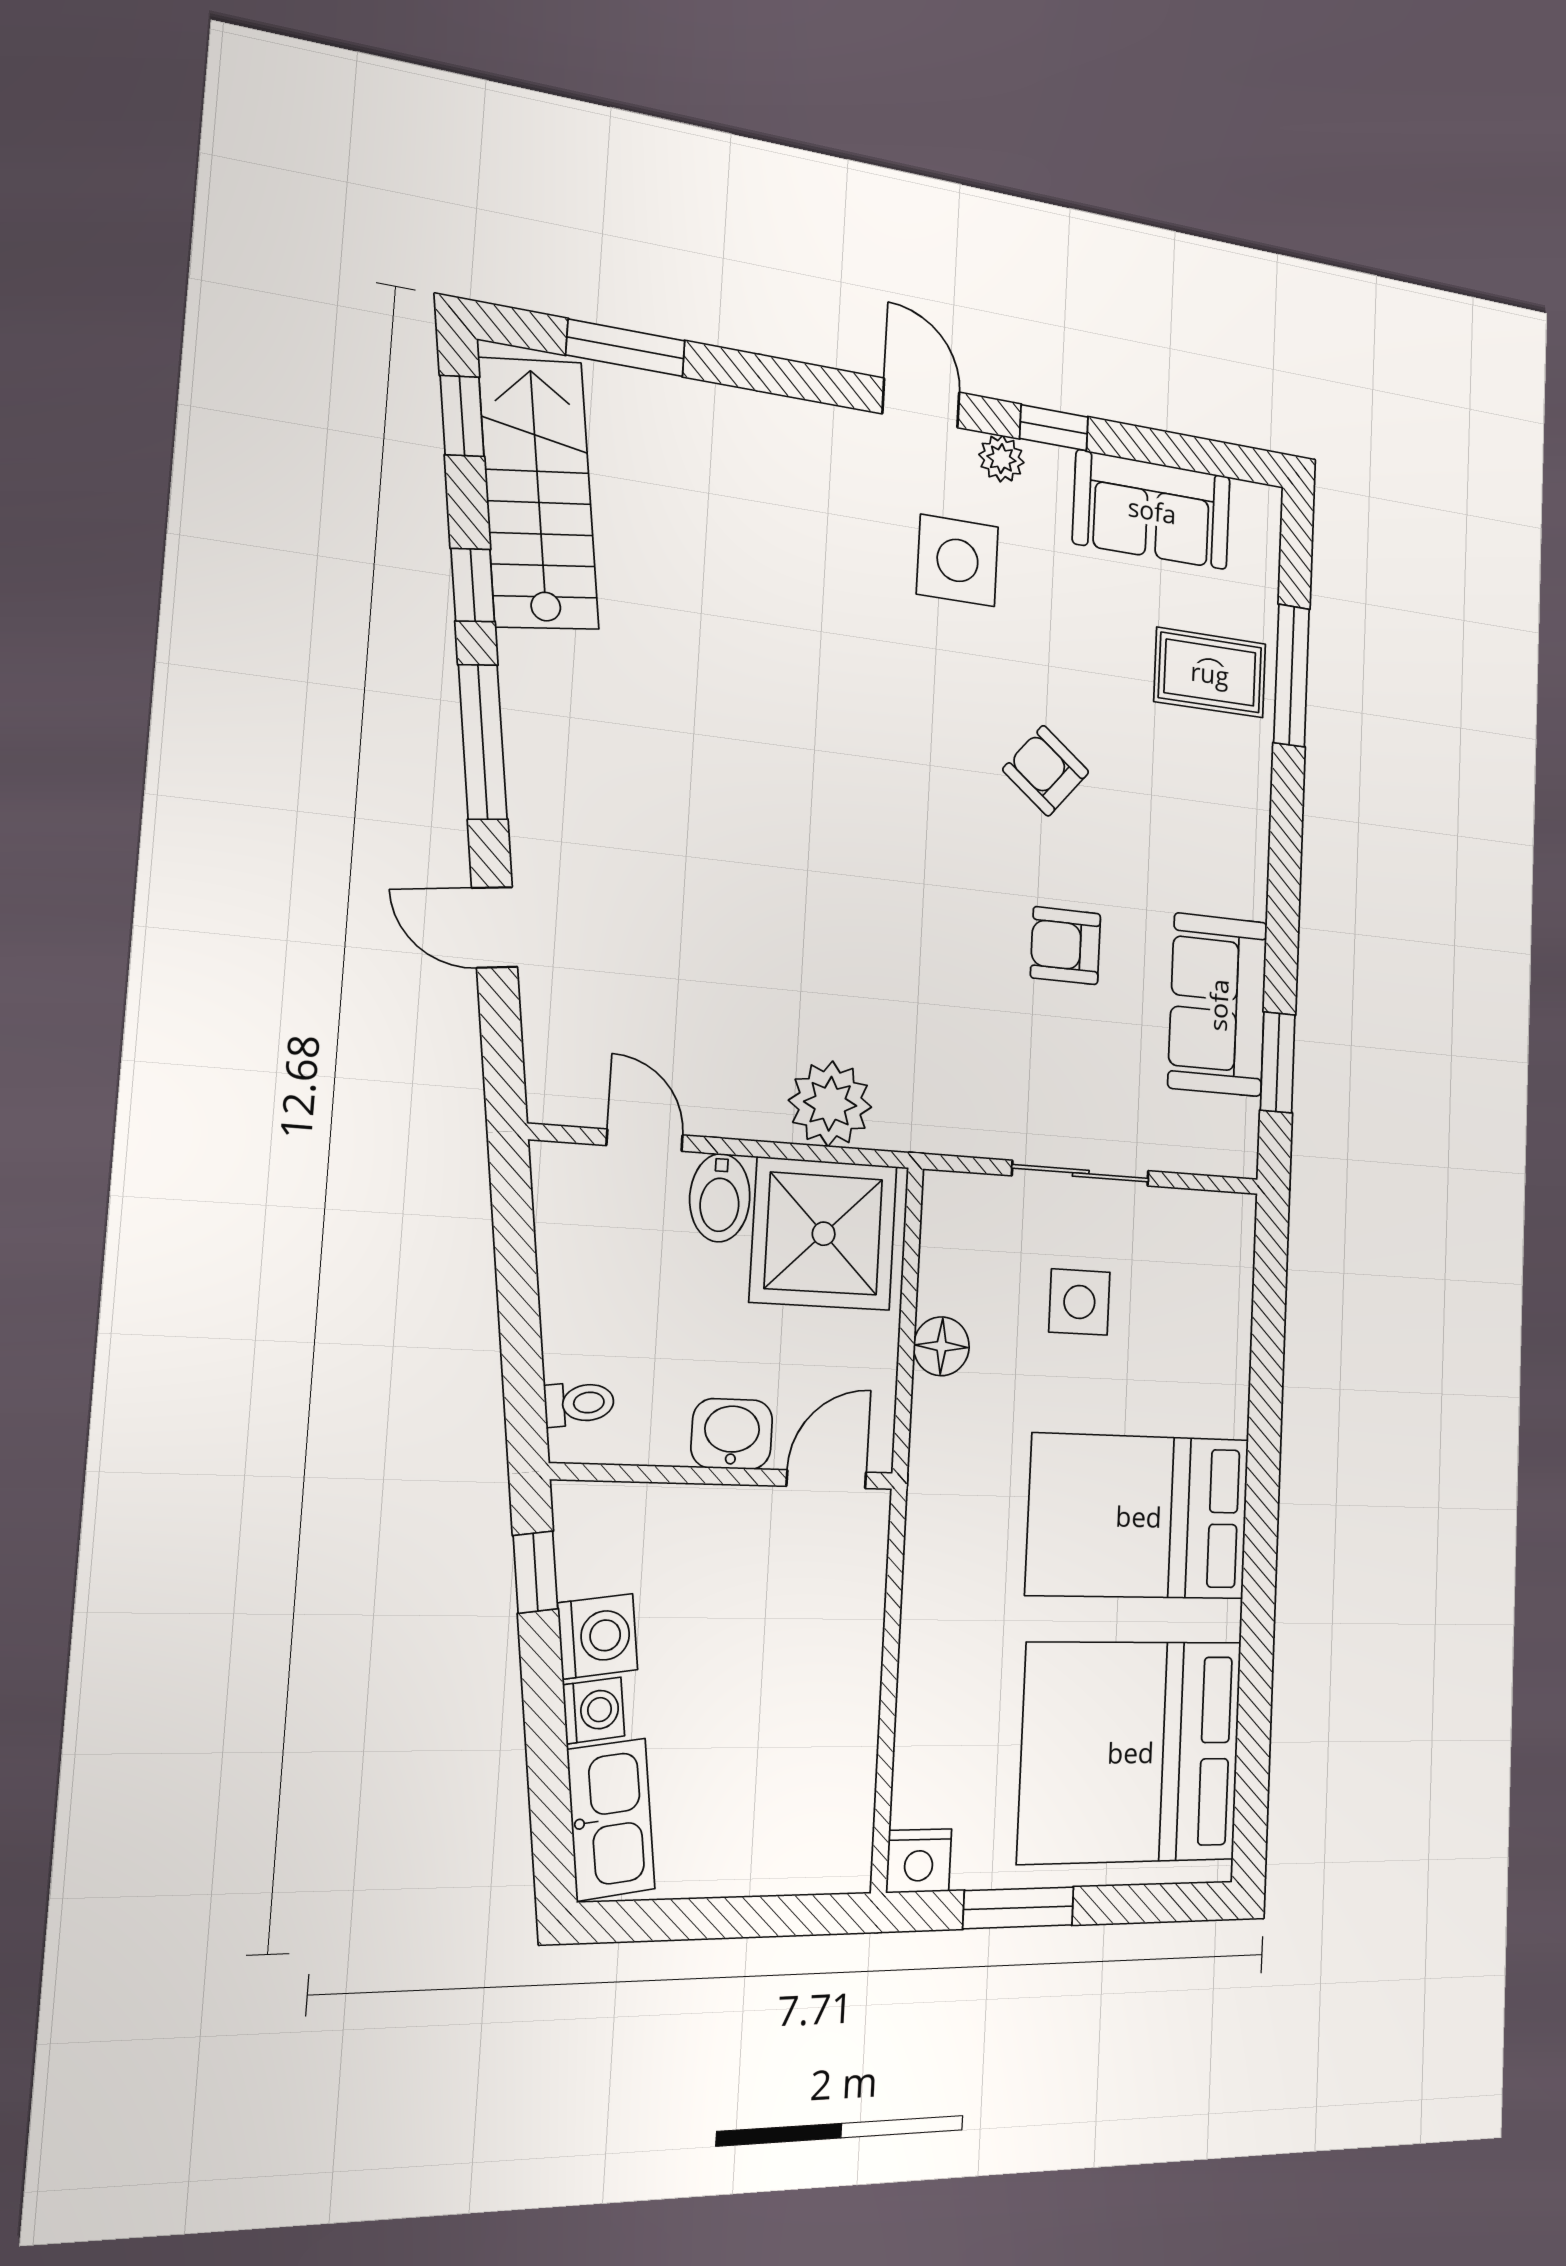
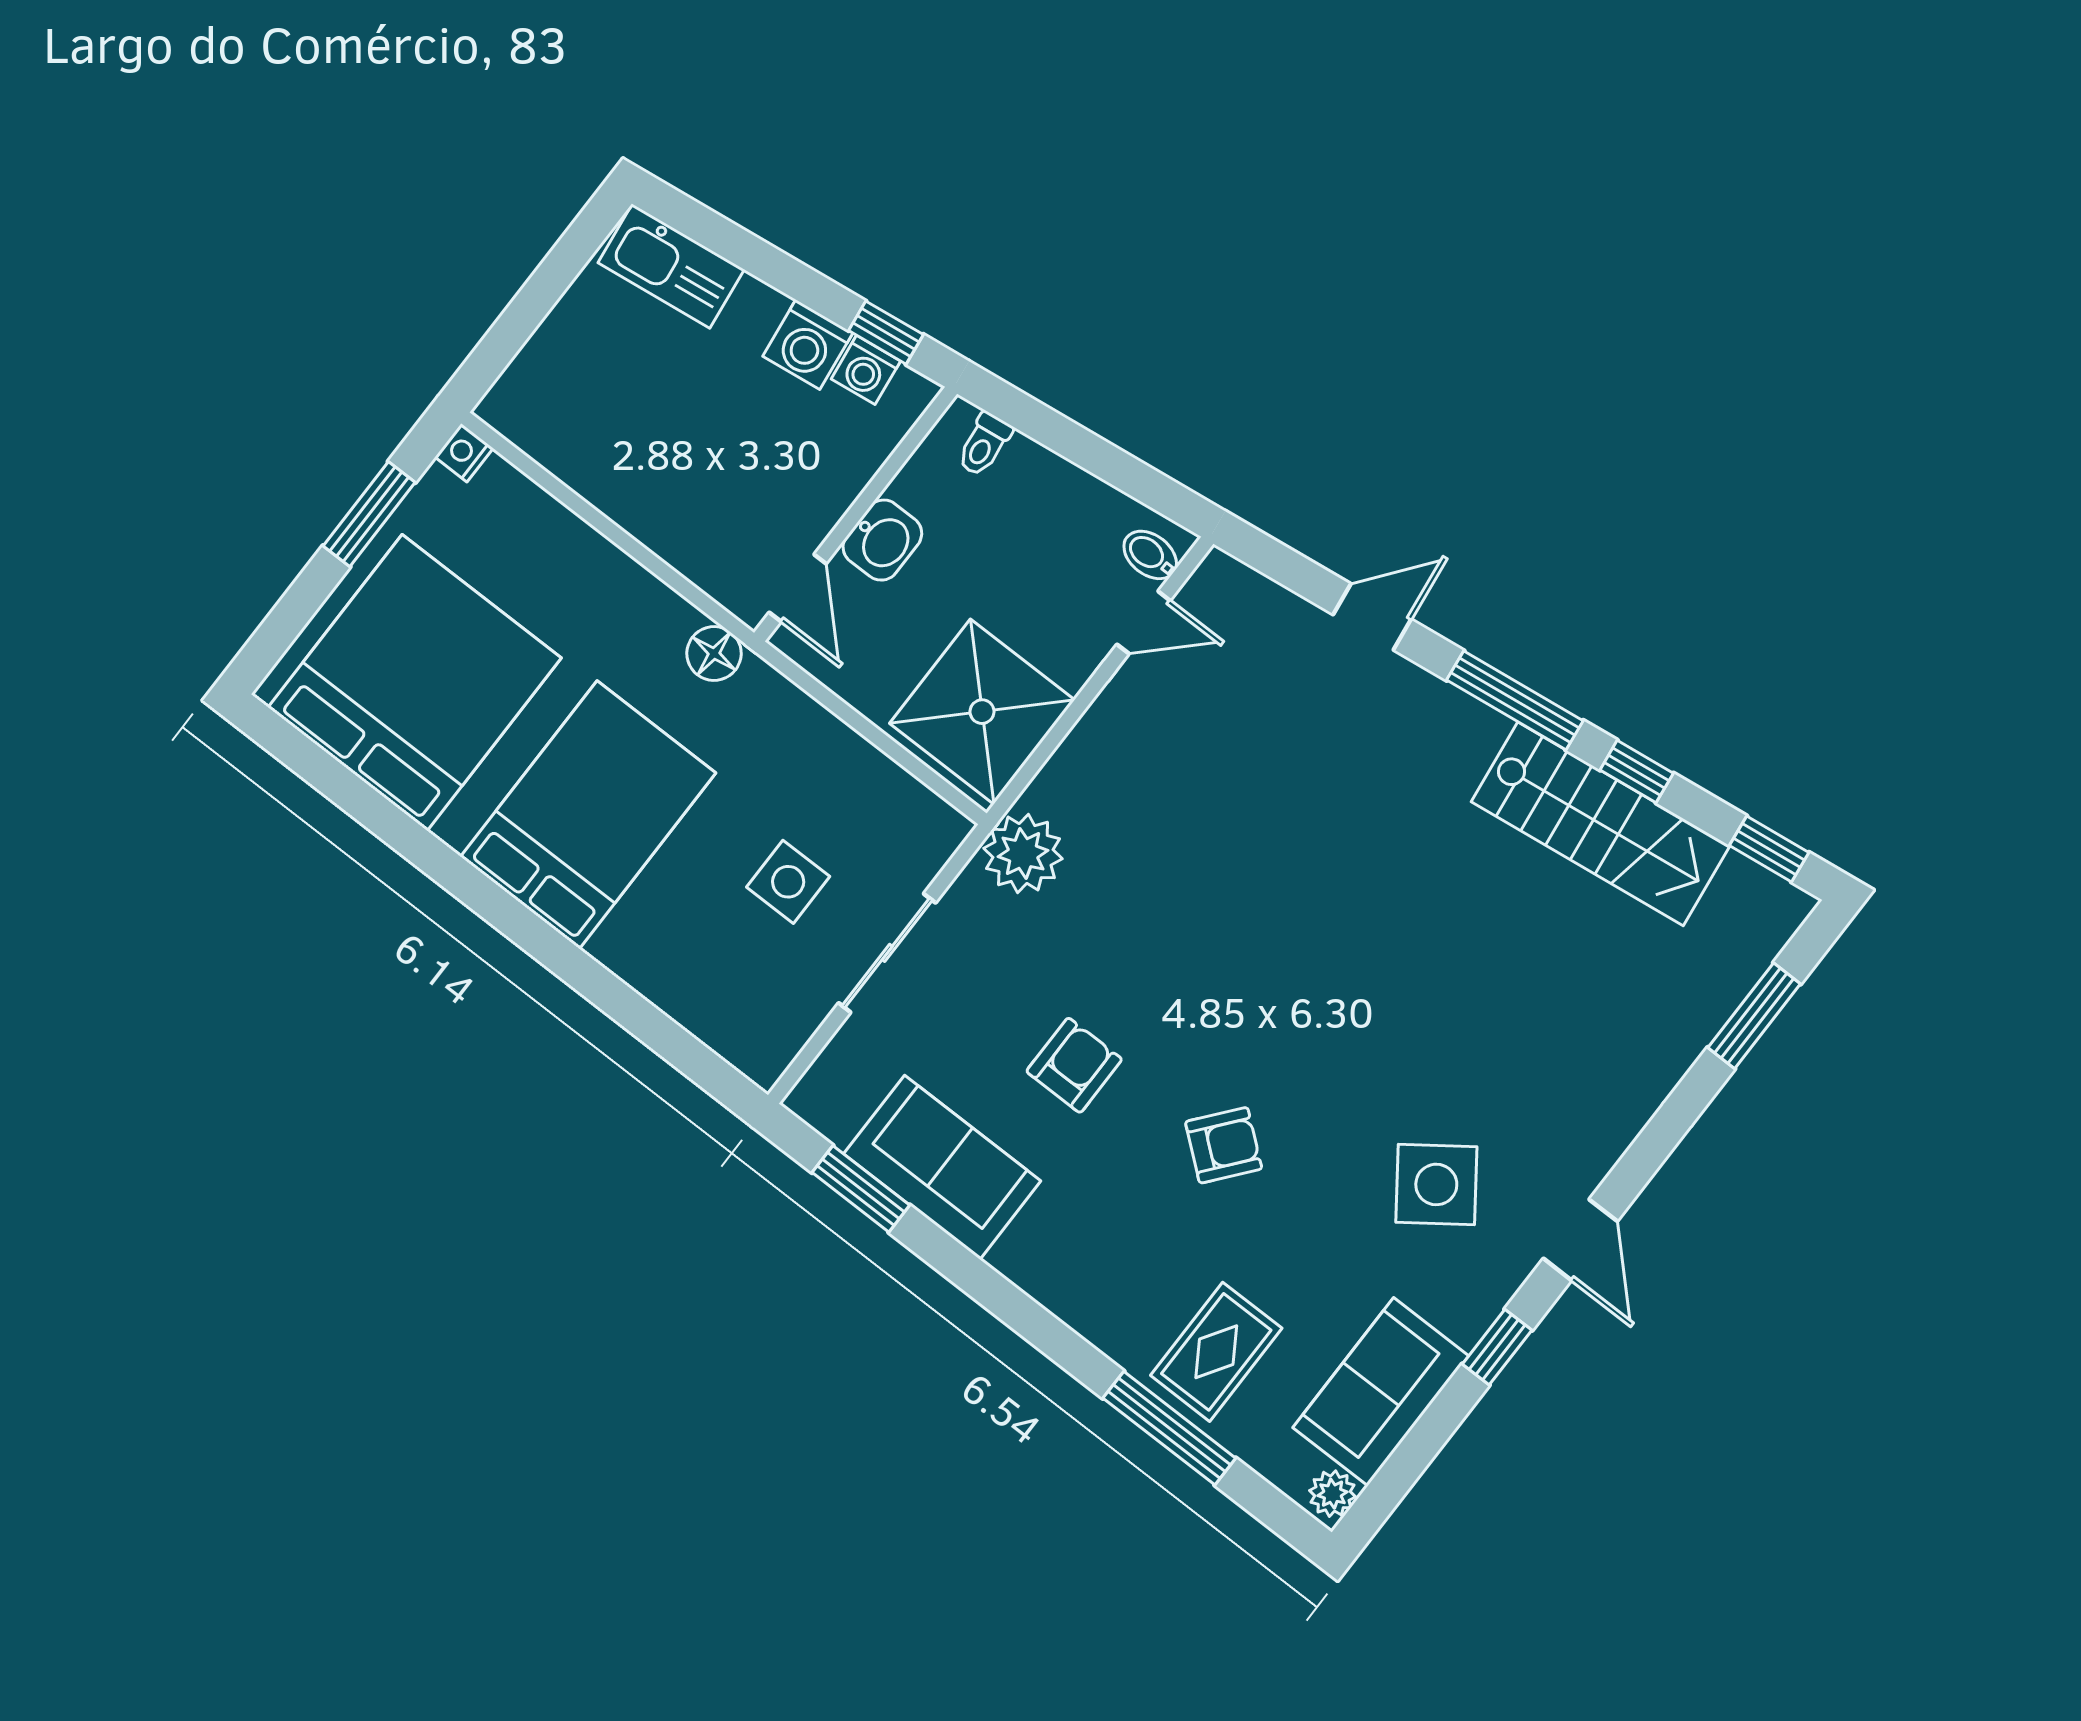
door: (921, 403) -> (1580, 1240), hinge flipped
plant: (1001, 459) -> (1332, 1494), moved
stairs: (538, 494) -> (1601, 824), moved
side table: (958, 560) -> (1436, 1184), turned -36
plant: (830, 1104) -> (1023, 854), moved
bidet: (720, 1198) -> (1150, 555), moved, width x0.72, depth x0.74
floor lamp: (941, 1346) -> (714, 653), moved
washing machine: (594, 1710) -> (866, 370), moved
nightstand: (919, 1861) -> (464, 453), width x0.72, depth x0.74

